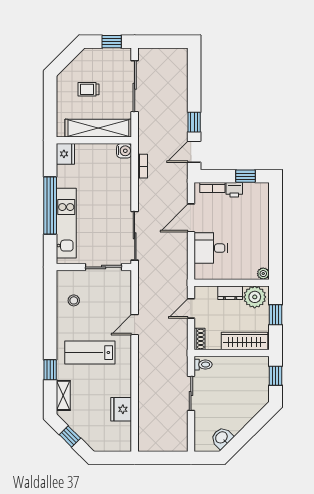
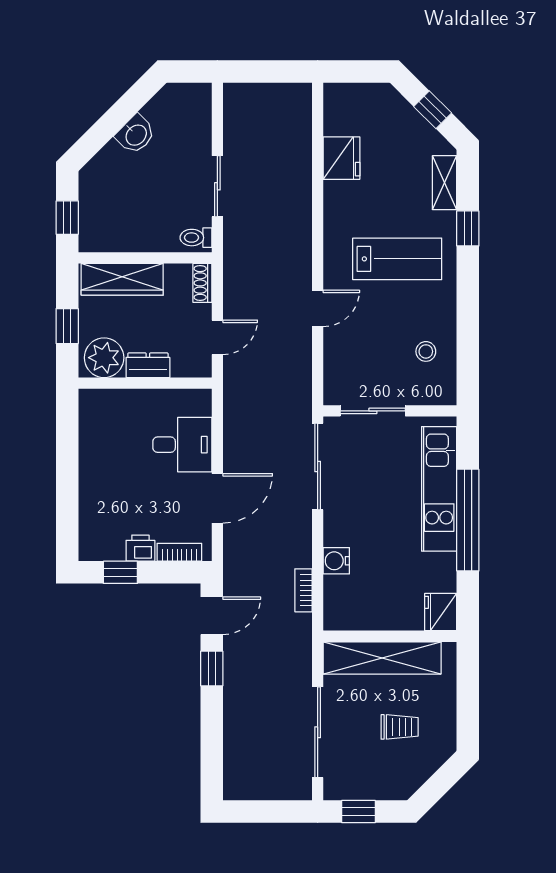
water cooler: (124, 151) -> (336, 561), moved
plant: (263, 274) -> (89, 399), removed
washbasin: (222, 438) -> (136, 135), moved

